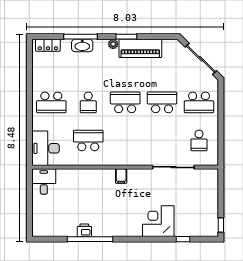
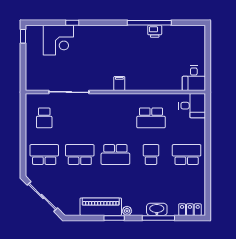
school desk: (162, 102) -> (80, 155), turned 180
school desk: (199, 140) -> (44, 118), turned 180
desk: (46, 148) -> (192, 106), width x0.73
corner desk: (158, 221) -> (58, 40), moved
window: (183, 239) -> (72, 23), moved

